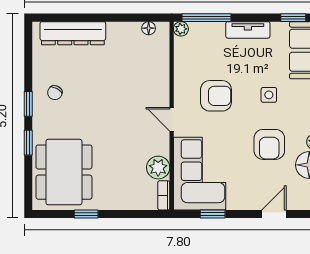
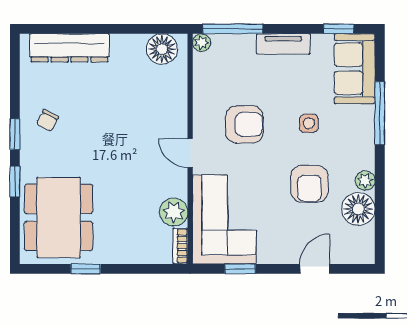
floor lamp: (149, 28) -> (162, 49), width x1.89, depth x1.89

